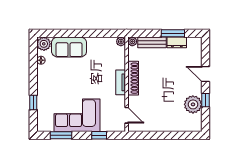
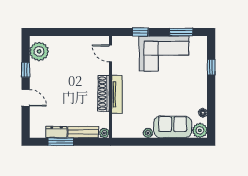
plant: (121, 42) -> (148, 133), moved
tv unit: (121, 82) -> (117, 94), width x1.41
plant: (193, 104) -> (39, 51), moved

